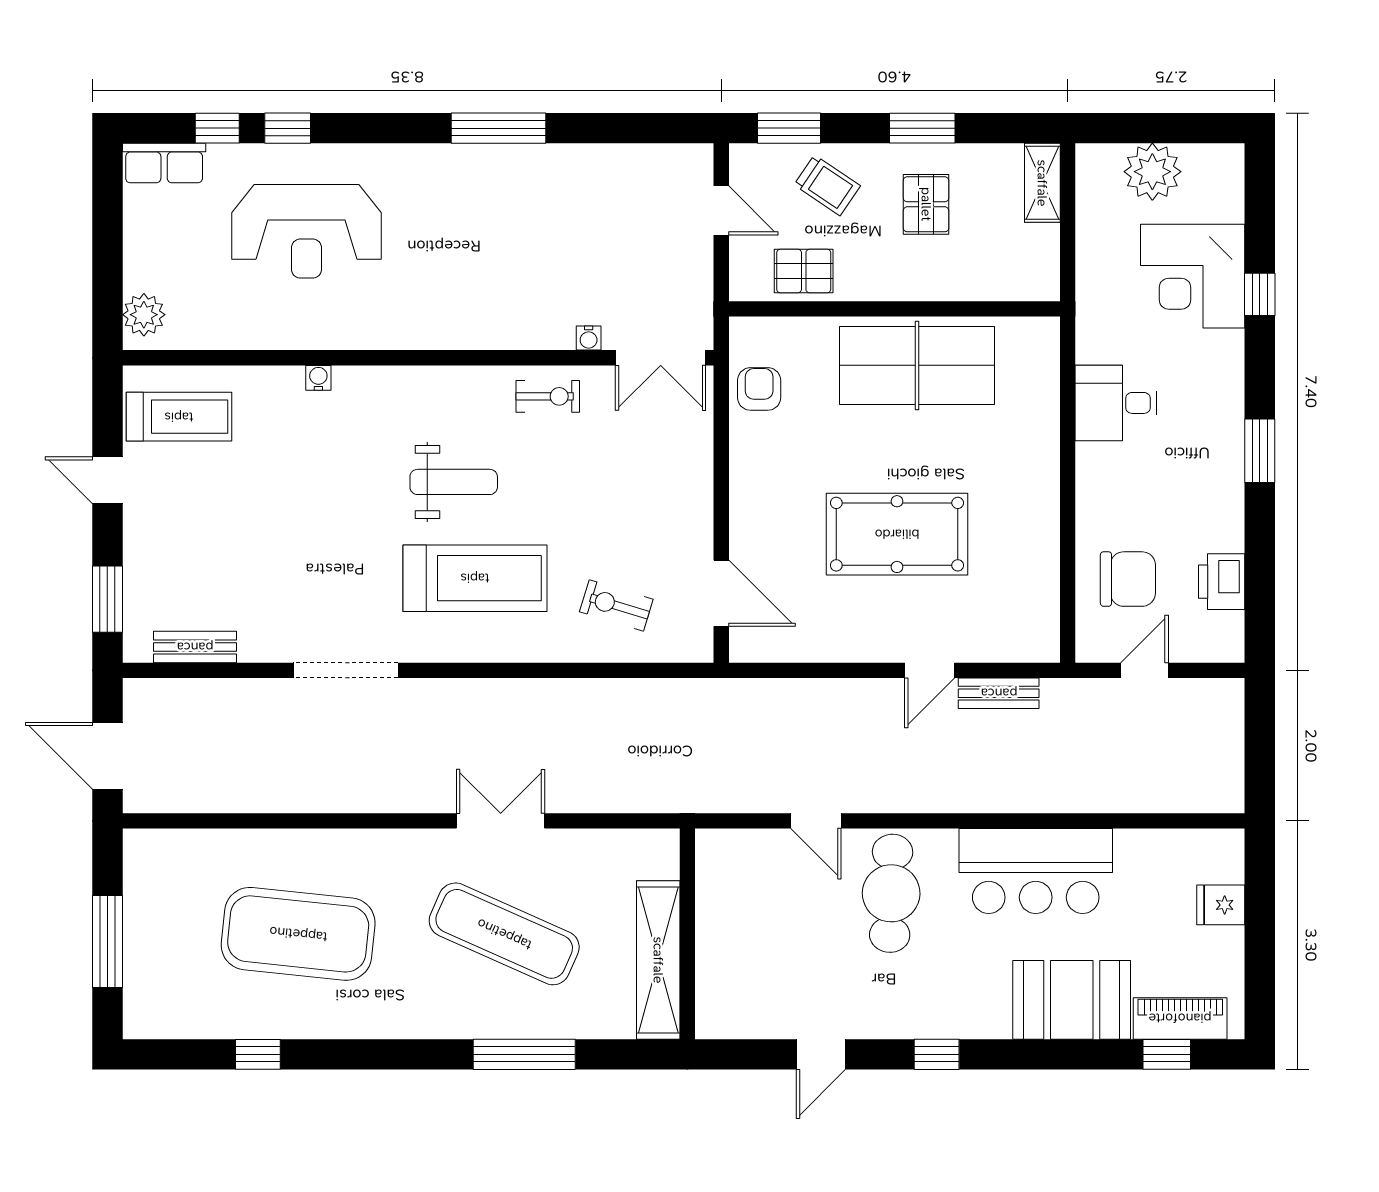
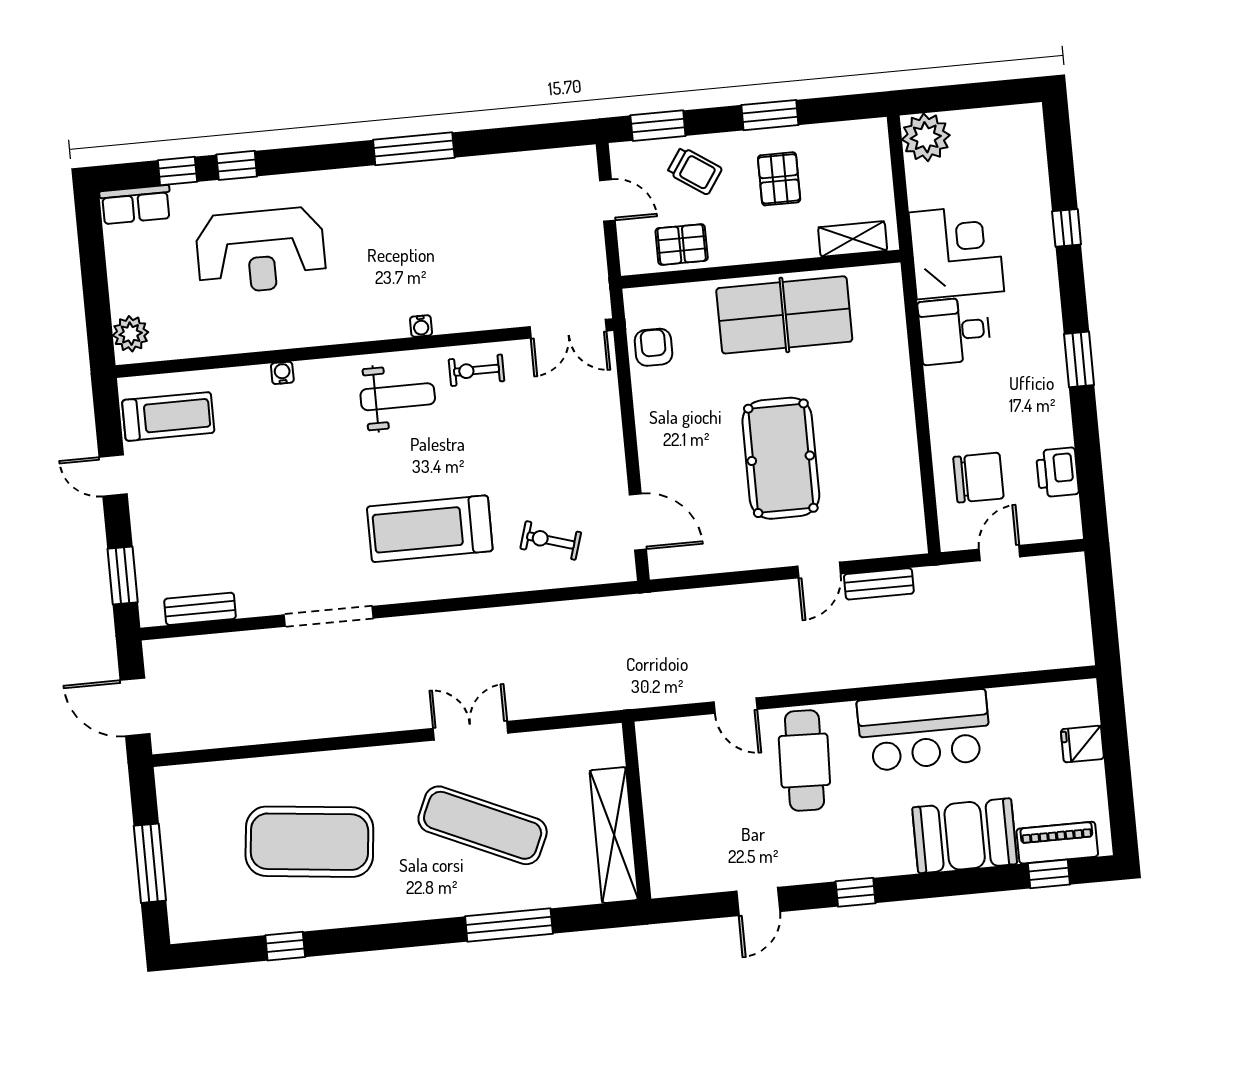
plant: (1152, 172) -> (926, 137), moved
shelving: (1042, 183) -> (853, 239), moved, turned 90
corner desk: (1193, 276) -> (956, 252), moved, turned 180
water cooler: (589, 338) -> (421, 326), moved
exercise bike: (548, 396) -> (476, 370), turned 180
weight bench: (454, 482) -> (398, 397), moved
pool table: (897, 534) -> (781, 458), turned 90
treadmill: (475, 578) -> (430, 529), turned 180

